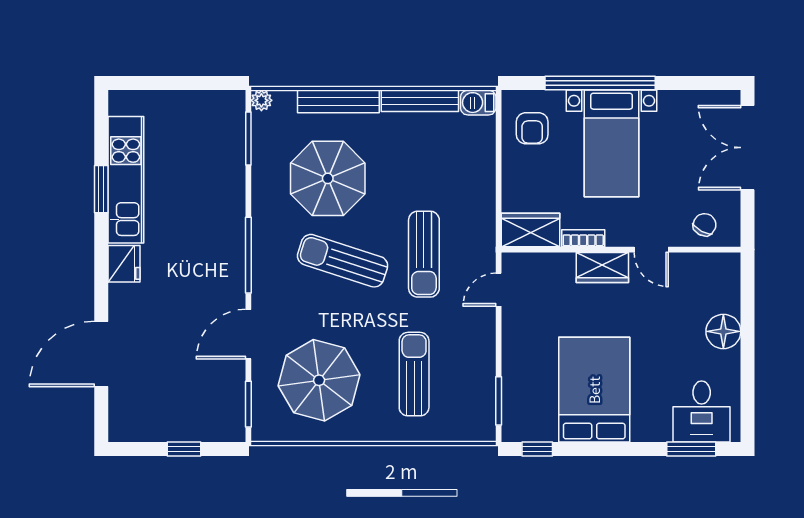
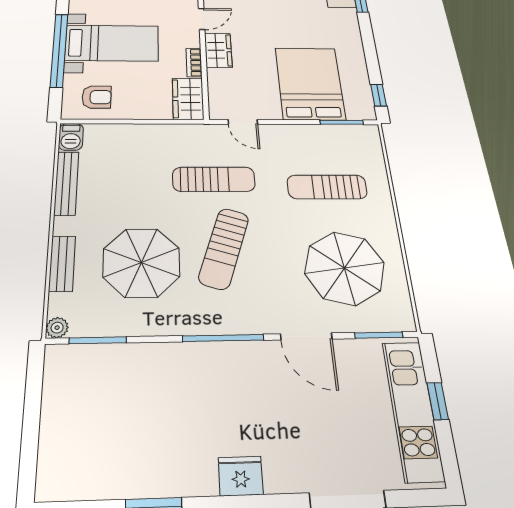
bench: (338, 101) -> (62, 264), width x0.73
kitchen unit: (126, 180) -> (413, 410), moved, turned -90
bed: (594, 390) -> (310, 83), moved, turned 90

